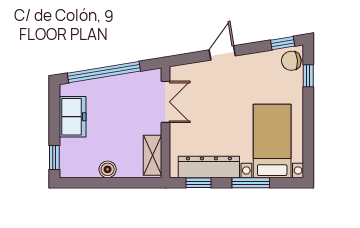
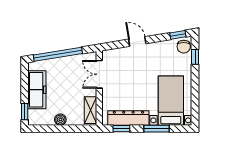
door: (222, 53) -> (137, 41), hinge flipped
chair: (291, 61) -> (184, 47), turned -86
double door: (166, 102) -> (99, 74), swing flipped
freezer: (73, 117) -> (37, 90), width x1.40

